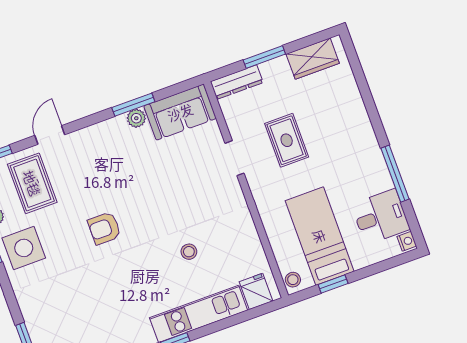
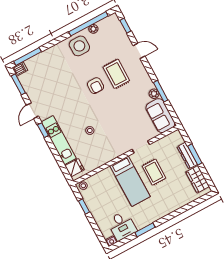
dresser: (237, 82) -> (187, 156), moved
rug: (287, 140) -> (154, 172), turned 90
window: (395, 174) -> (145, 230), width x0.69
rug: (32, 183) -> (116, 74), moved, turned 90
armchair: (104, 228) -> (96, 86), turned 180
bed: (320, 236) -> (130, 181), moved, turned 90

